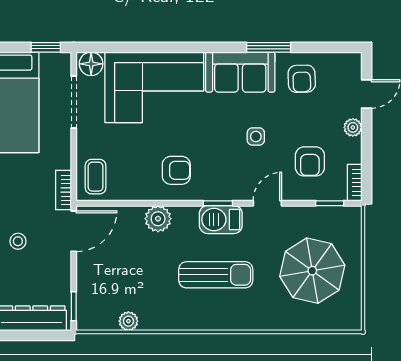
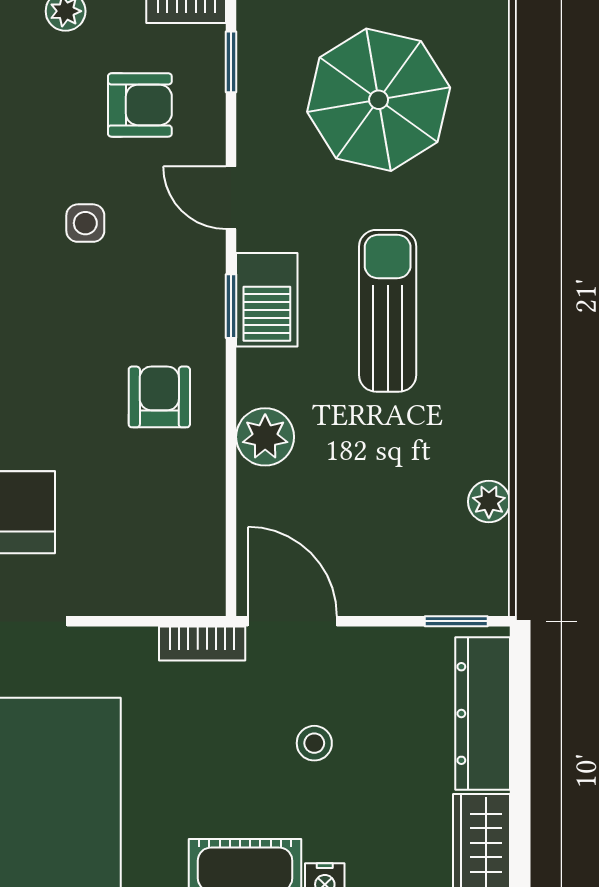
coffee table: (96, 177) -> (173, 574), removed

